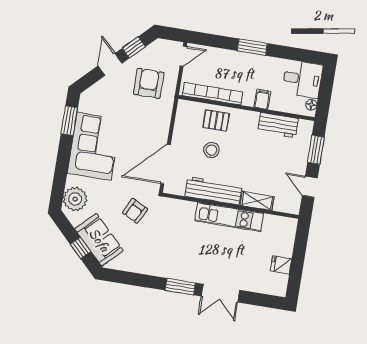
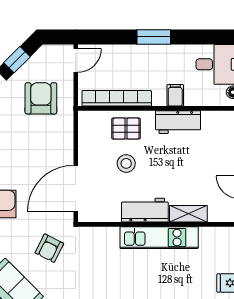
workbench: (278, 125) -> (178, 122), moved
workbench: (214, 191) -> (145, 210), width x0.73

